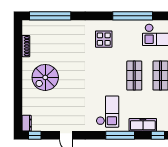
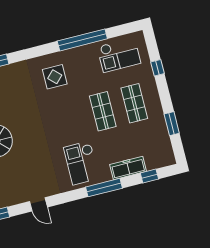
checkout: (107, 112) -> (81, 163), turned 180

